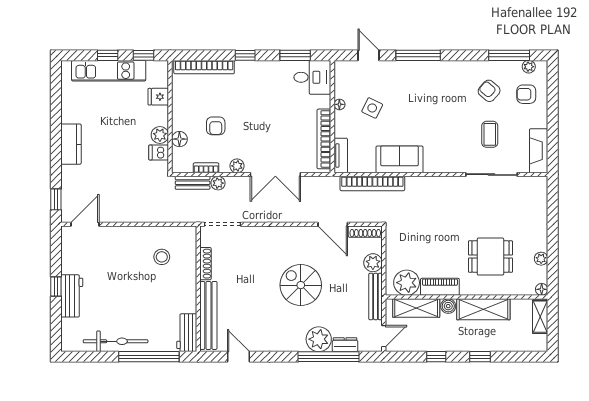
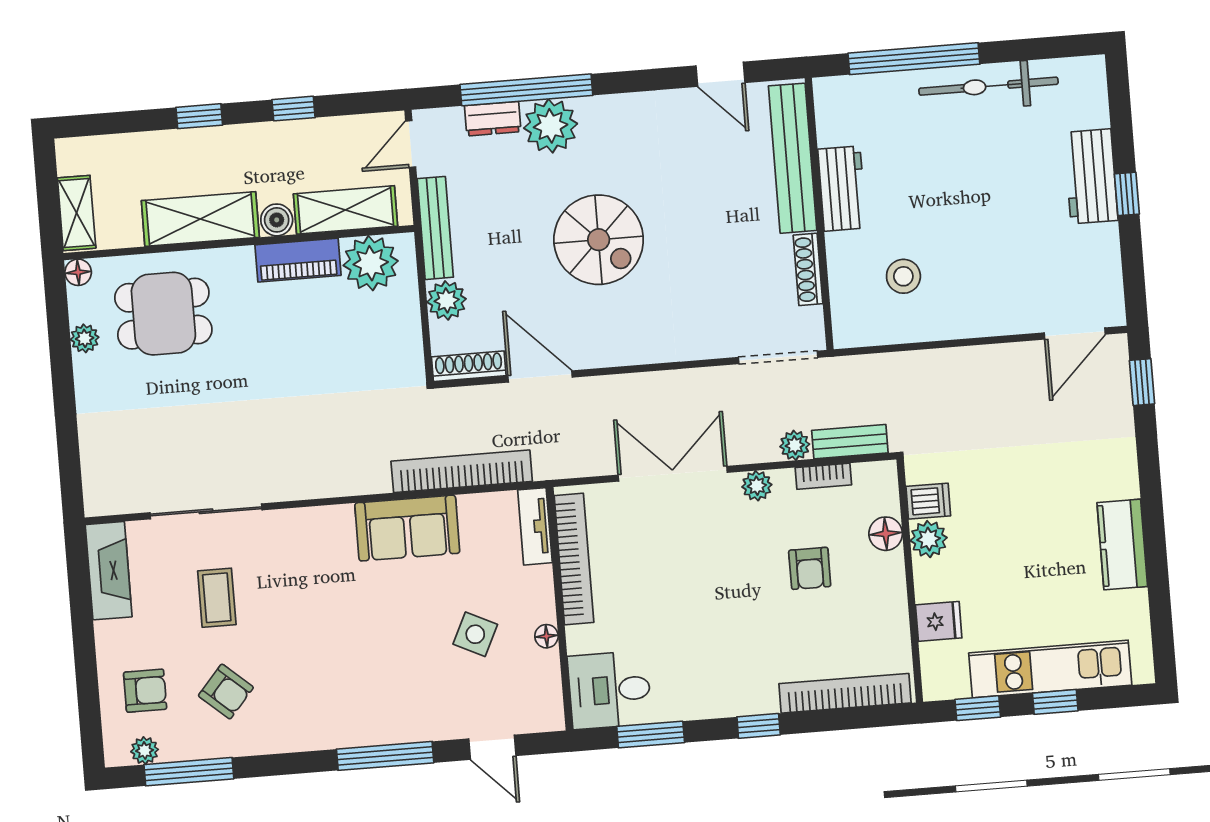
armchair: (216, 126) -> (810, 568), turned 180
kitchen counter: (71, 144) -> (1122, 544), moved
dining table: (490, 257) -> (163, 314), moved
workbench: (187, 333) -> (842, 189), moved

